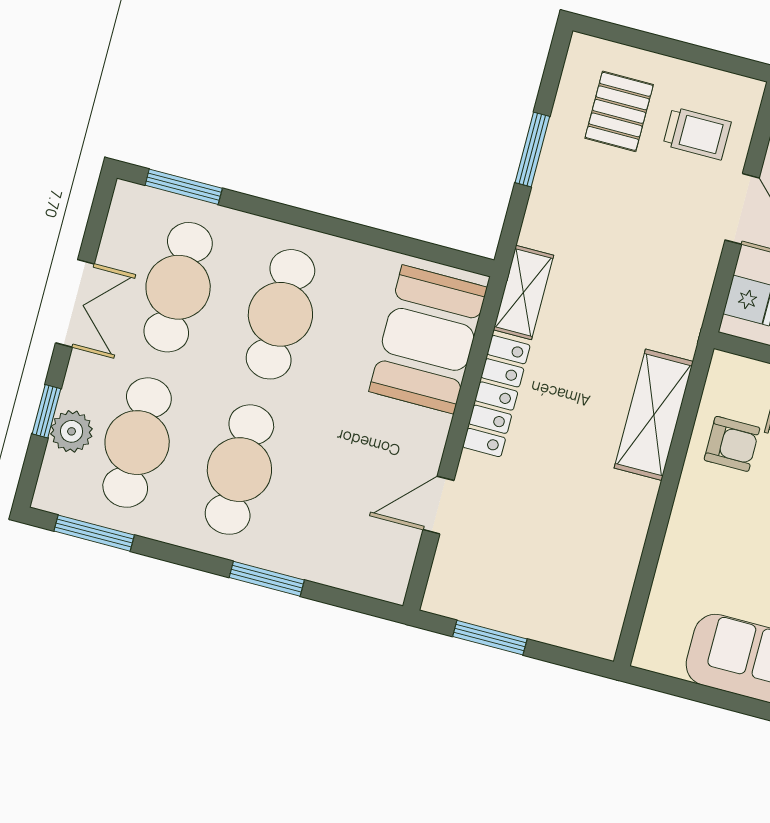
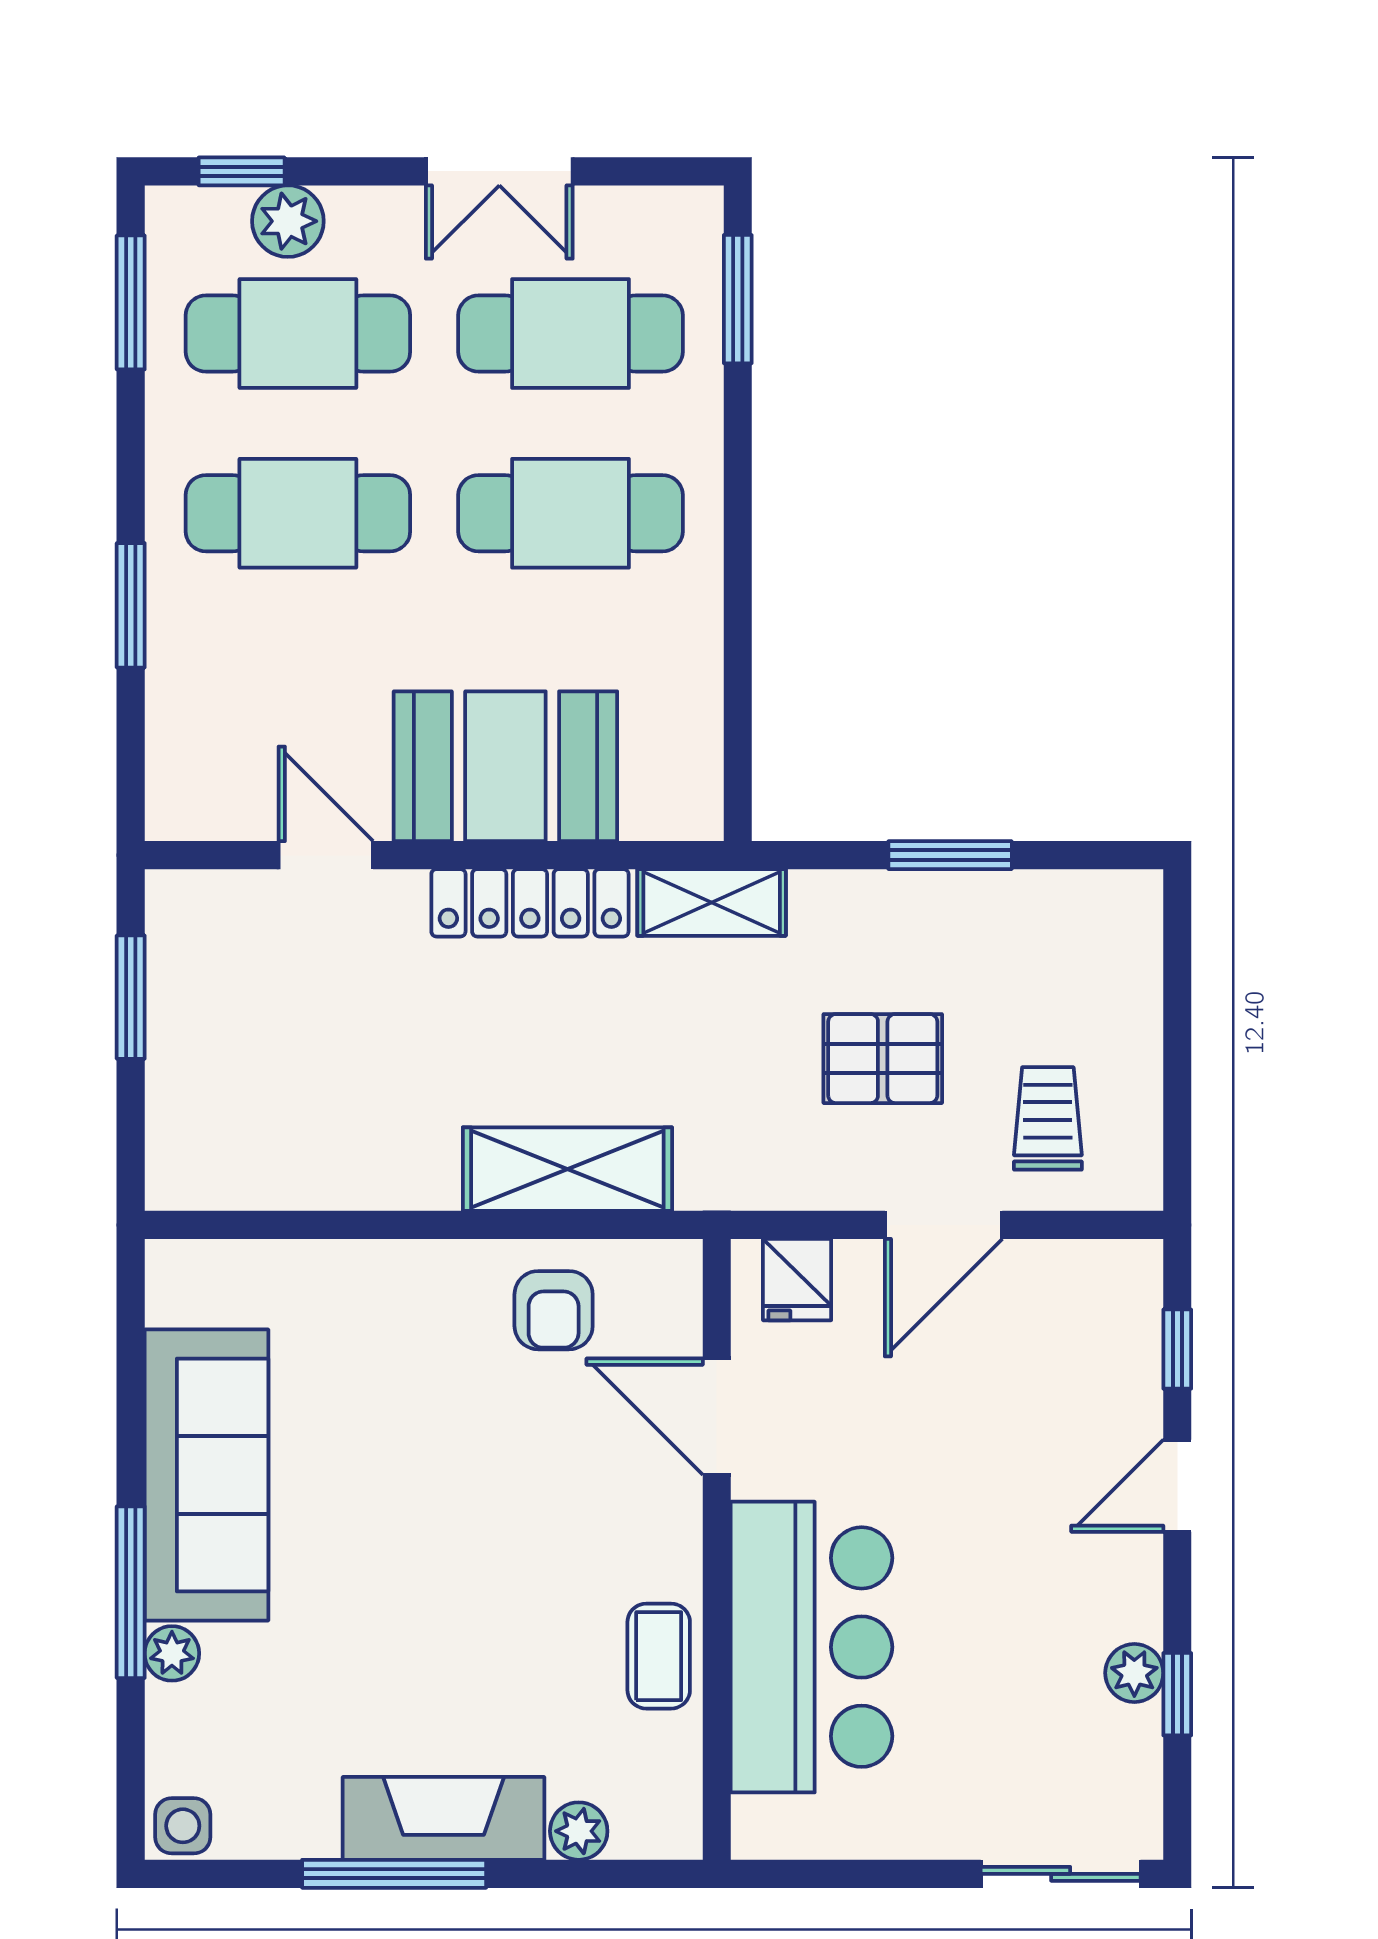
pallet: (619, 111) -> (883, 1059), moved
trolley: (697, 133) -> (1048, 1118), turned 180
booth: (428, 339) -> (505, 766), moved
window: (46, 411) -> (242, 171), moved

